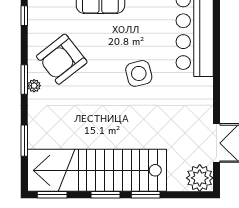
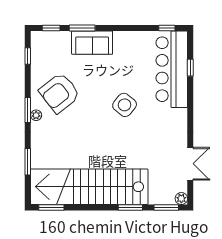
window: (217, 29) -> (190, 68), added
side table: (139, 73) -> (125, 105), turned -37
plant: (200, 178) -> (181, 199), width x0.53, depth x0.53
window: (105, 195) -> (166, 207), moved

